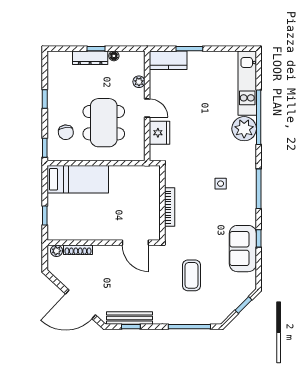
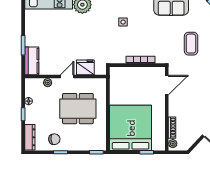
dresser: (90, 58) -> (30, 137), moved
chair: (66, 132) -> (54, 139), moved
bed: (78, 179) -> (131, 128), width x2.04
coffee table: (191, 275) -> (191, 44), turned 90

